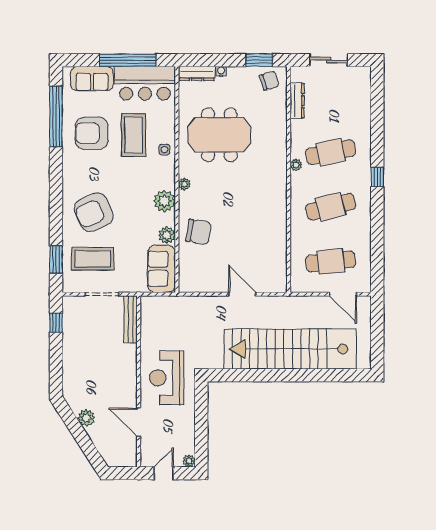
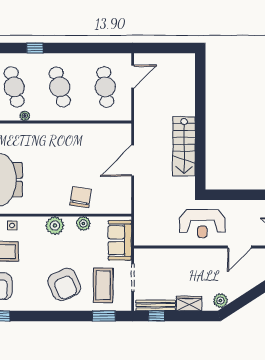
plant: (184, 184) -> (41, 209), removed
sofa: (161, 269) -> (120, 240), moved, turned 90
door: (242, 294) -> (133, 161), width x1.36
bench: (130, 319) -> (156, 305), moved
stairs: (290, 349) -> (184, 146), width x0.54, depth x0.66
wardrobe: (71, 362) -> (189, 303), added
plant: (86, 418) -> (220, 301), moved

